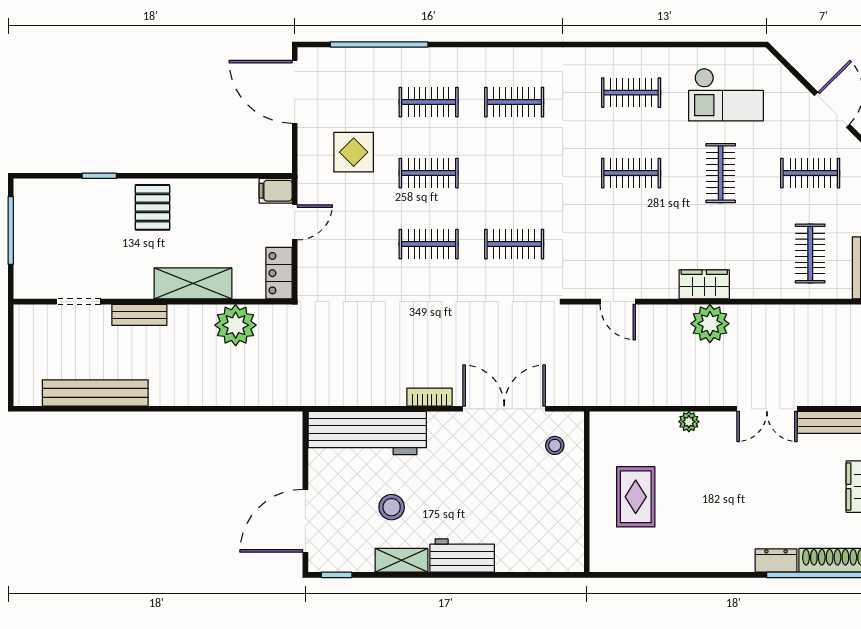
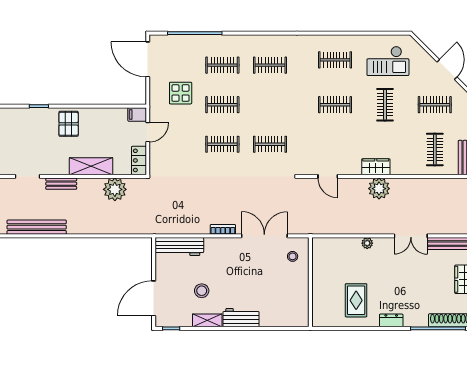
workbench: (367, 433) -> (179, 247), width x0.73, depth x0.76
rug: (636, 497) -> (356, 300), moved
dresser: (776, 560) -> (391, 320), moved

